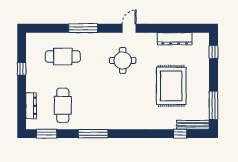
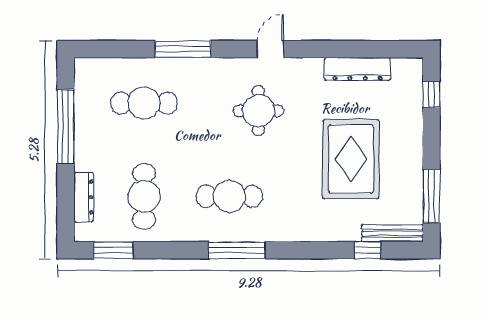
window: (22, 69) -> (66, 126), width x3.17
cafe table: (107, 105) -> (229, 196), added
window: (93, 134) -> (237, 250), moved

